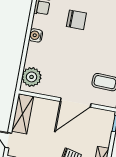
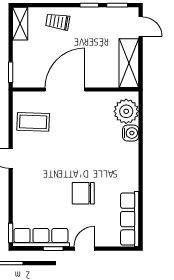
water cooler: (36, 35) -> (131, 133), moved

